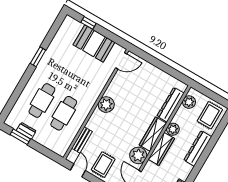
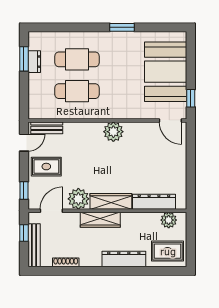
window: (88, 23) -> (191, 98), moved
booth: (94, 43) -> (166, 72), width x1.36, depth x1.42
plant: (173, 129) -> (129, 220), removed
bench: (82, 140) -> (47, 128), moved

